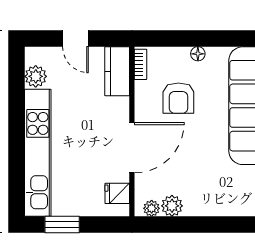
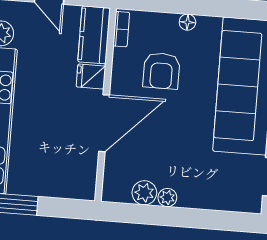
fridge: (117, 193) -> (91, 76), moved
plant: (152, 208) -> (167, 198), moved

